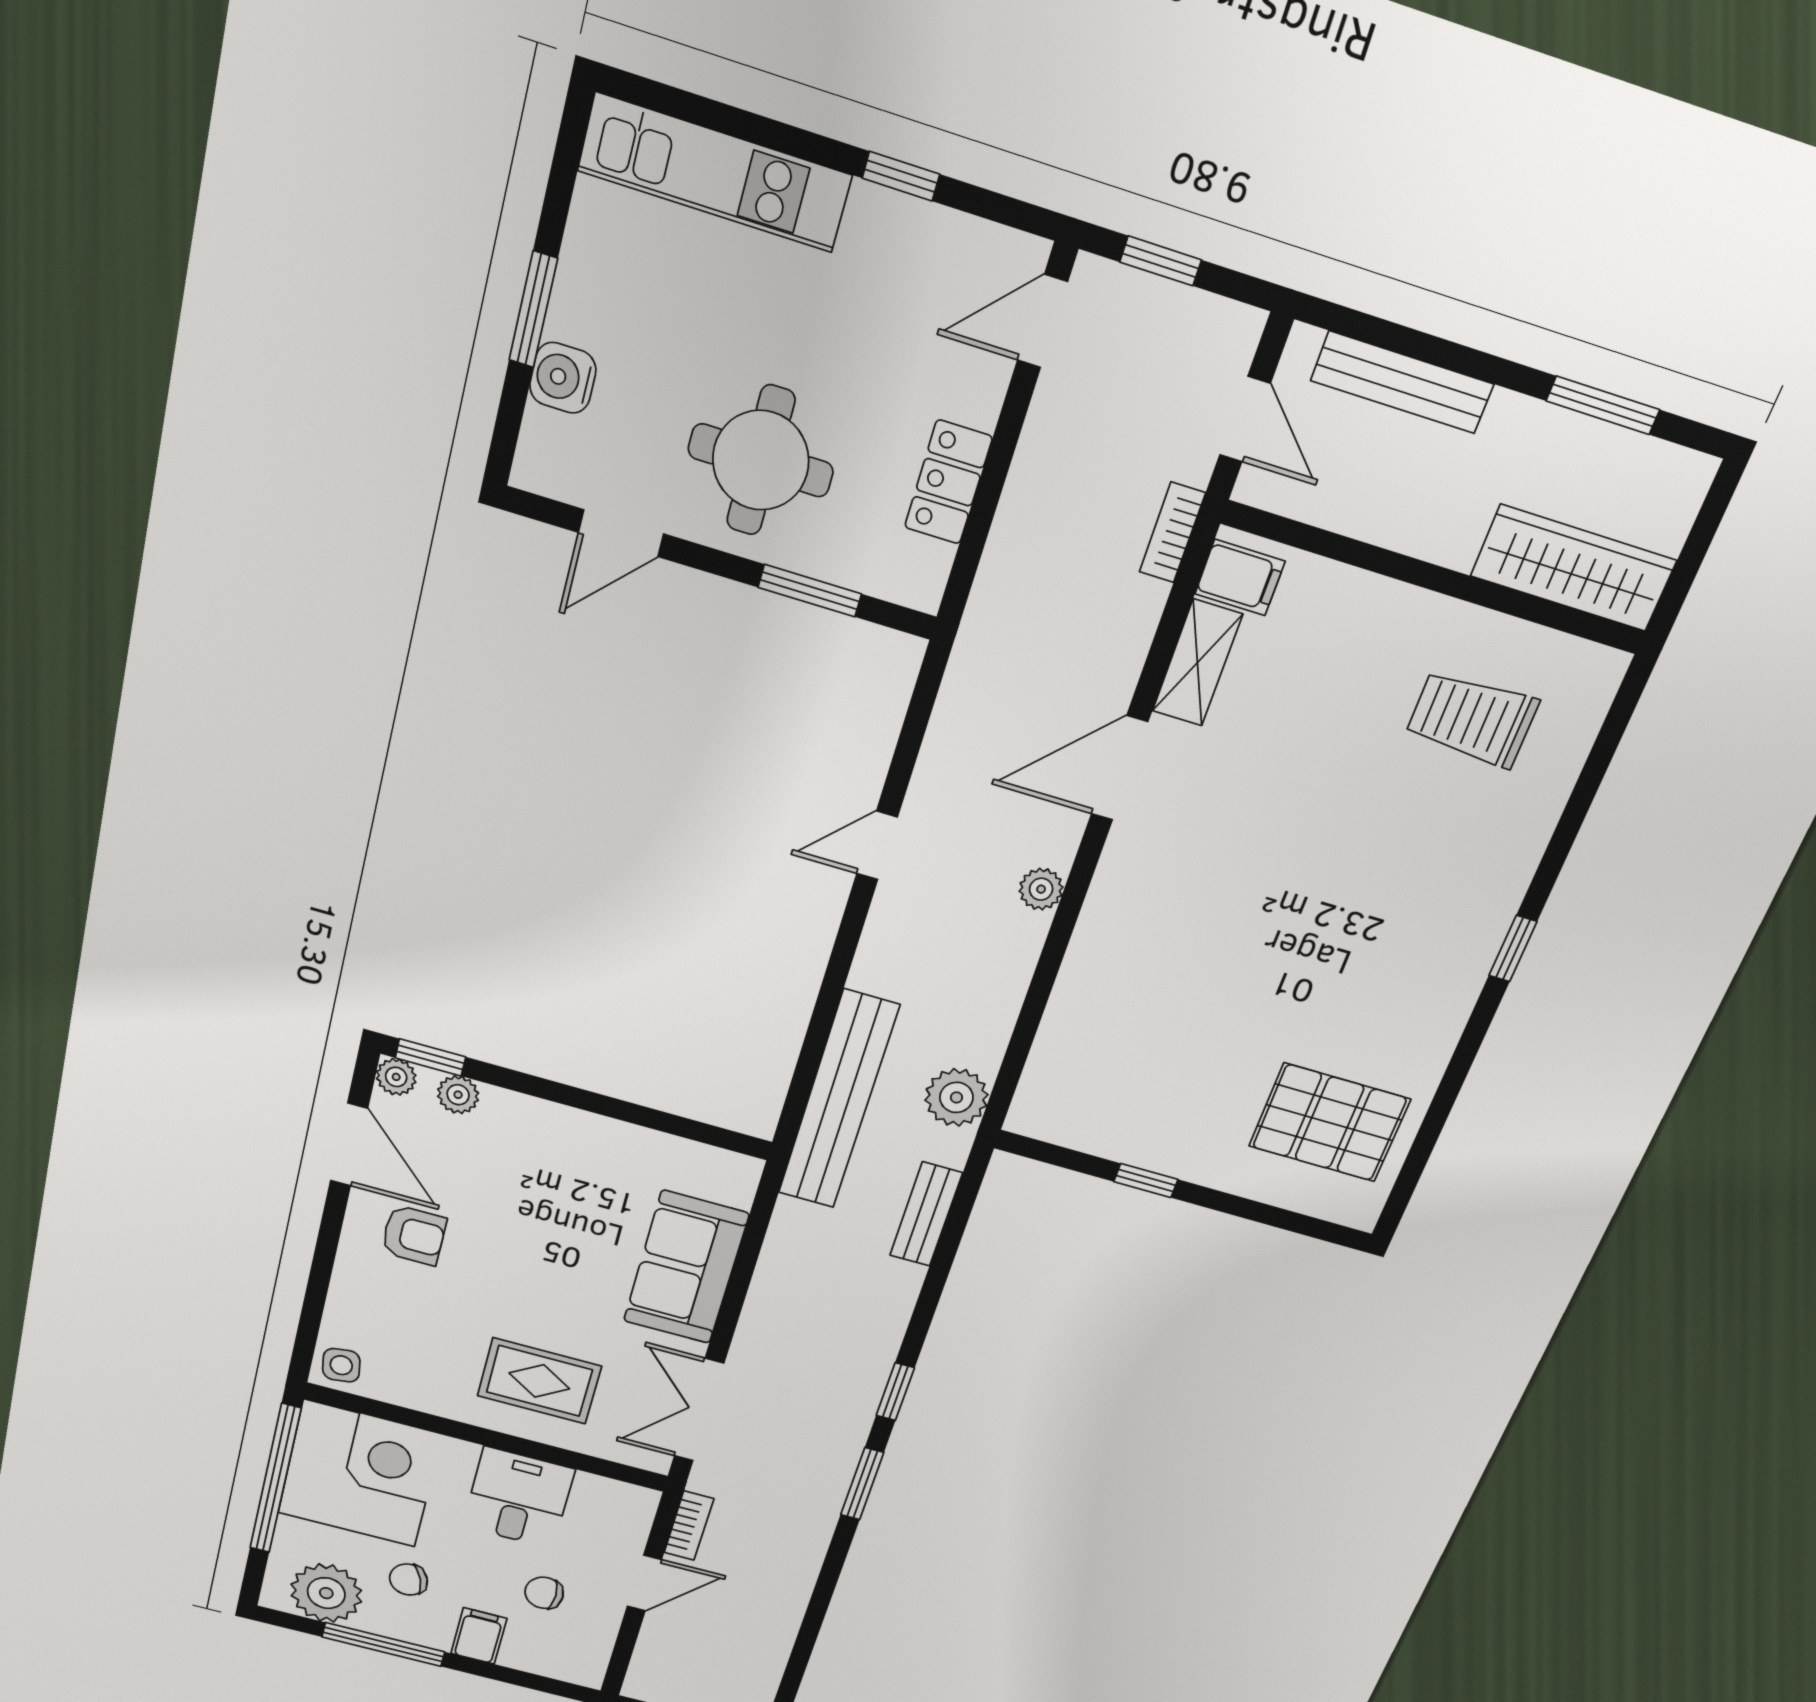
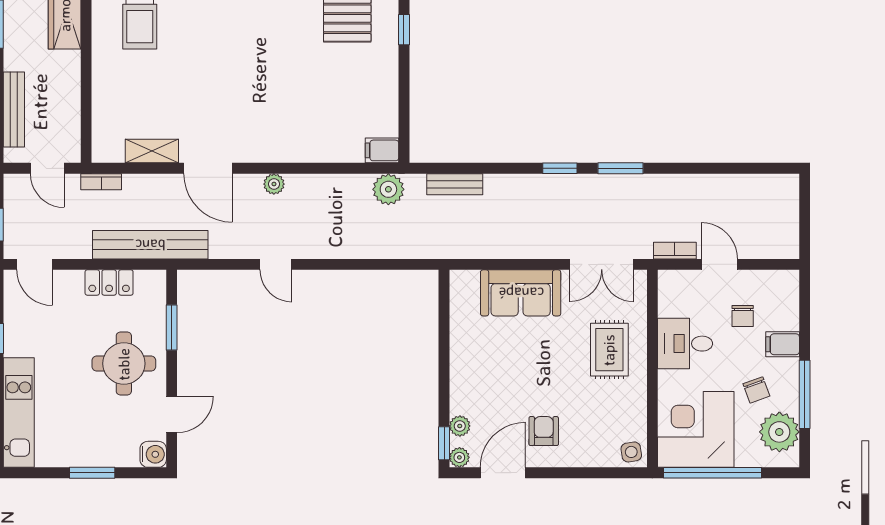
water cooler: (563, 378) -> (153, 454), moved, turned -90
door: (1245, 419) -> (47, 168), swing flipped
door: (621, 533) -> (172, 414), hinge flipped
filing cabinet: (1240, 578) -> (382, 150), moved, turned -90
bench: (838, 1100) -> (150, 245), moved
window: (1146, 1180) -> (404, 30), moved

